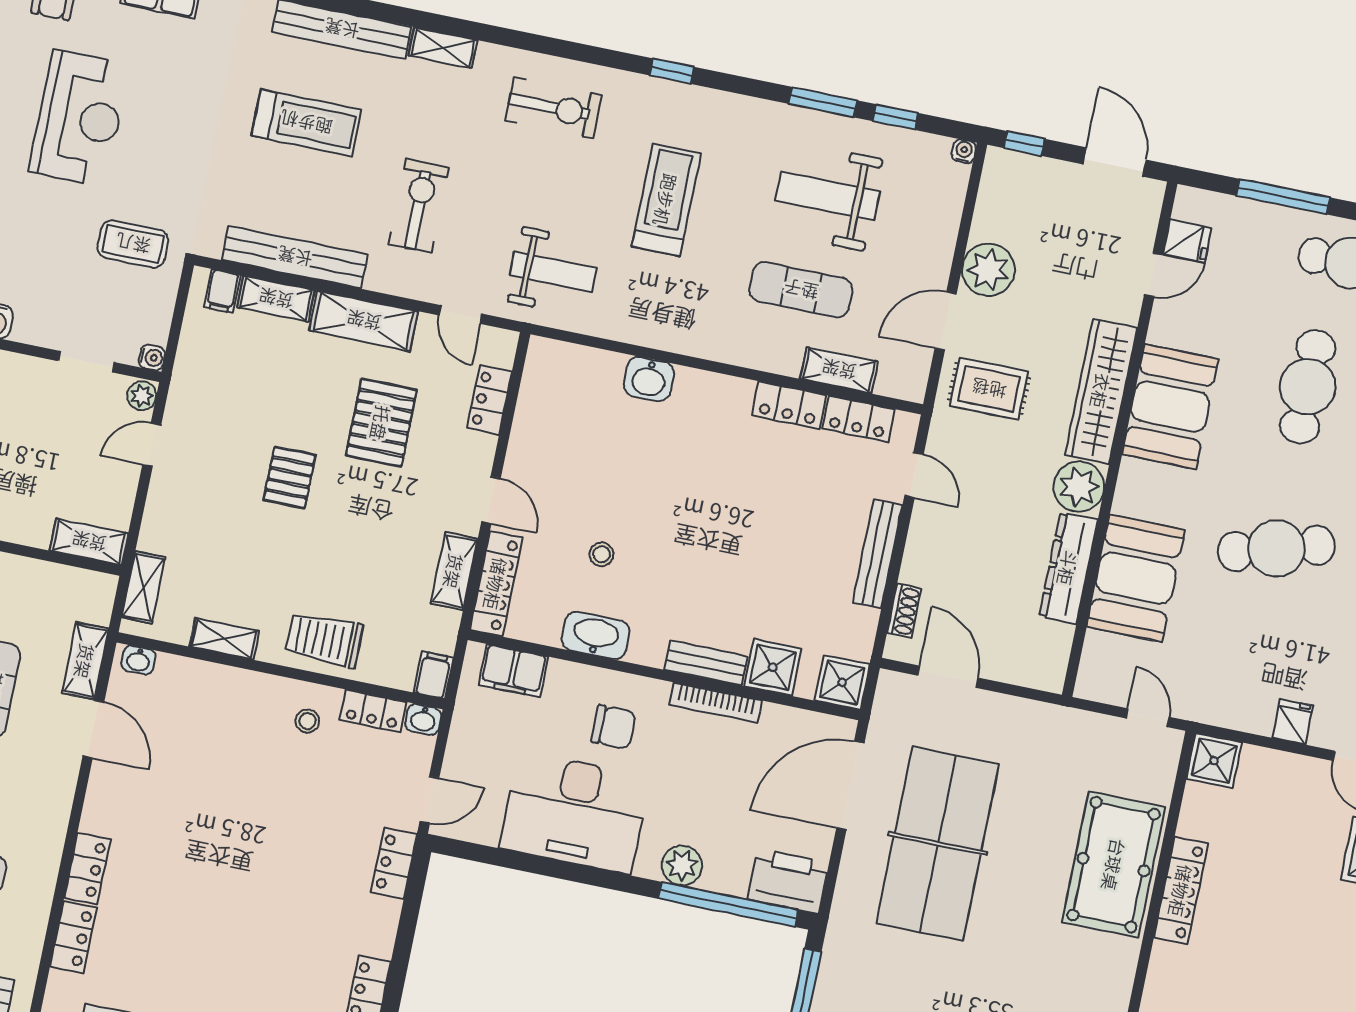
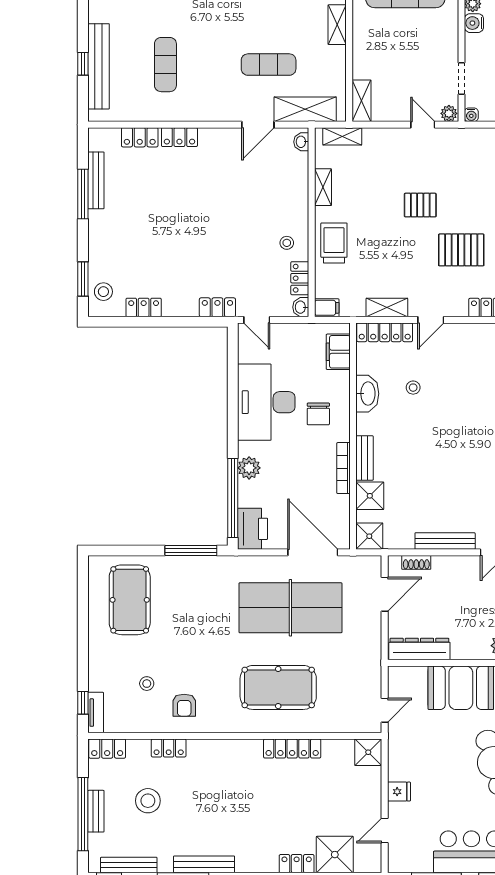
dresser: (1068, 568) -> (419, 649), moved
shelving: (85, 661) -> (305, 109), width x1.50, depth x1.33
pool table: (1114, 865) -> (278, 687), moved

